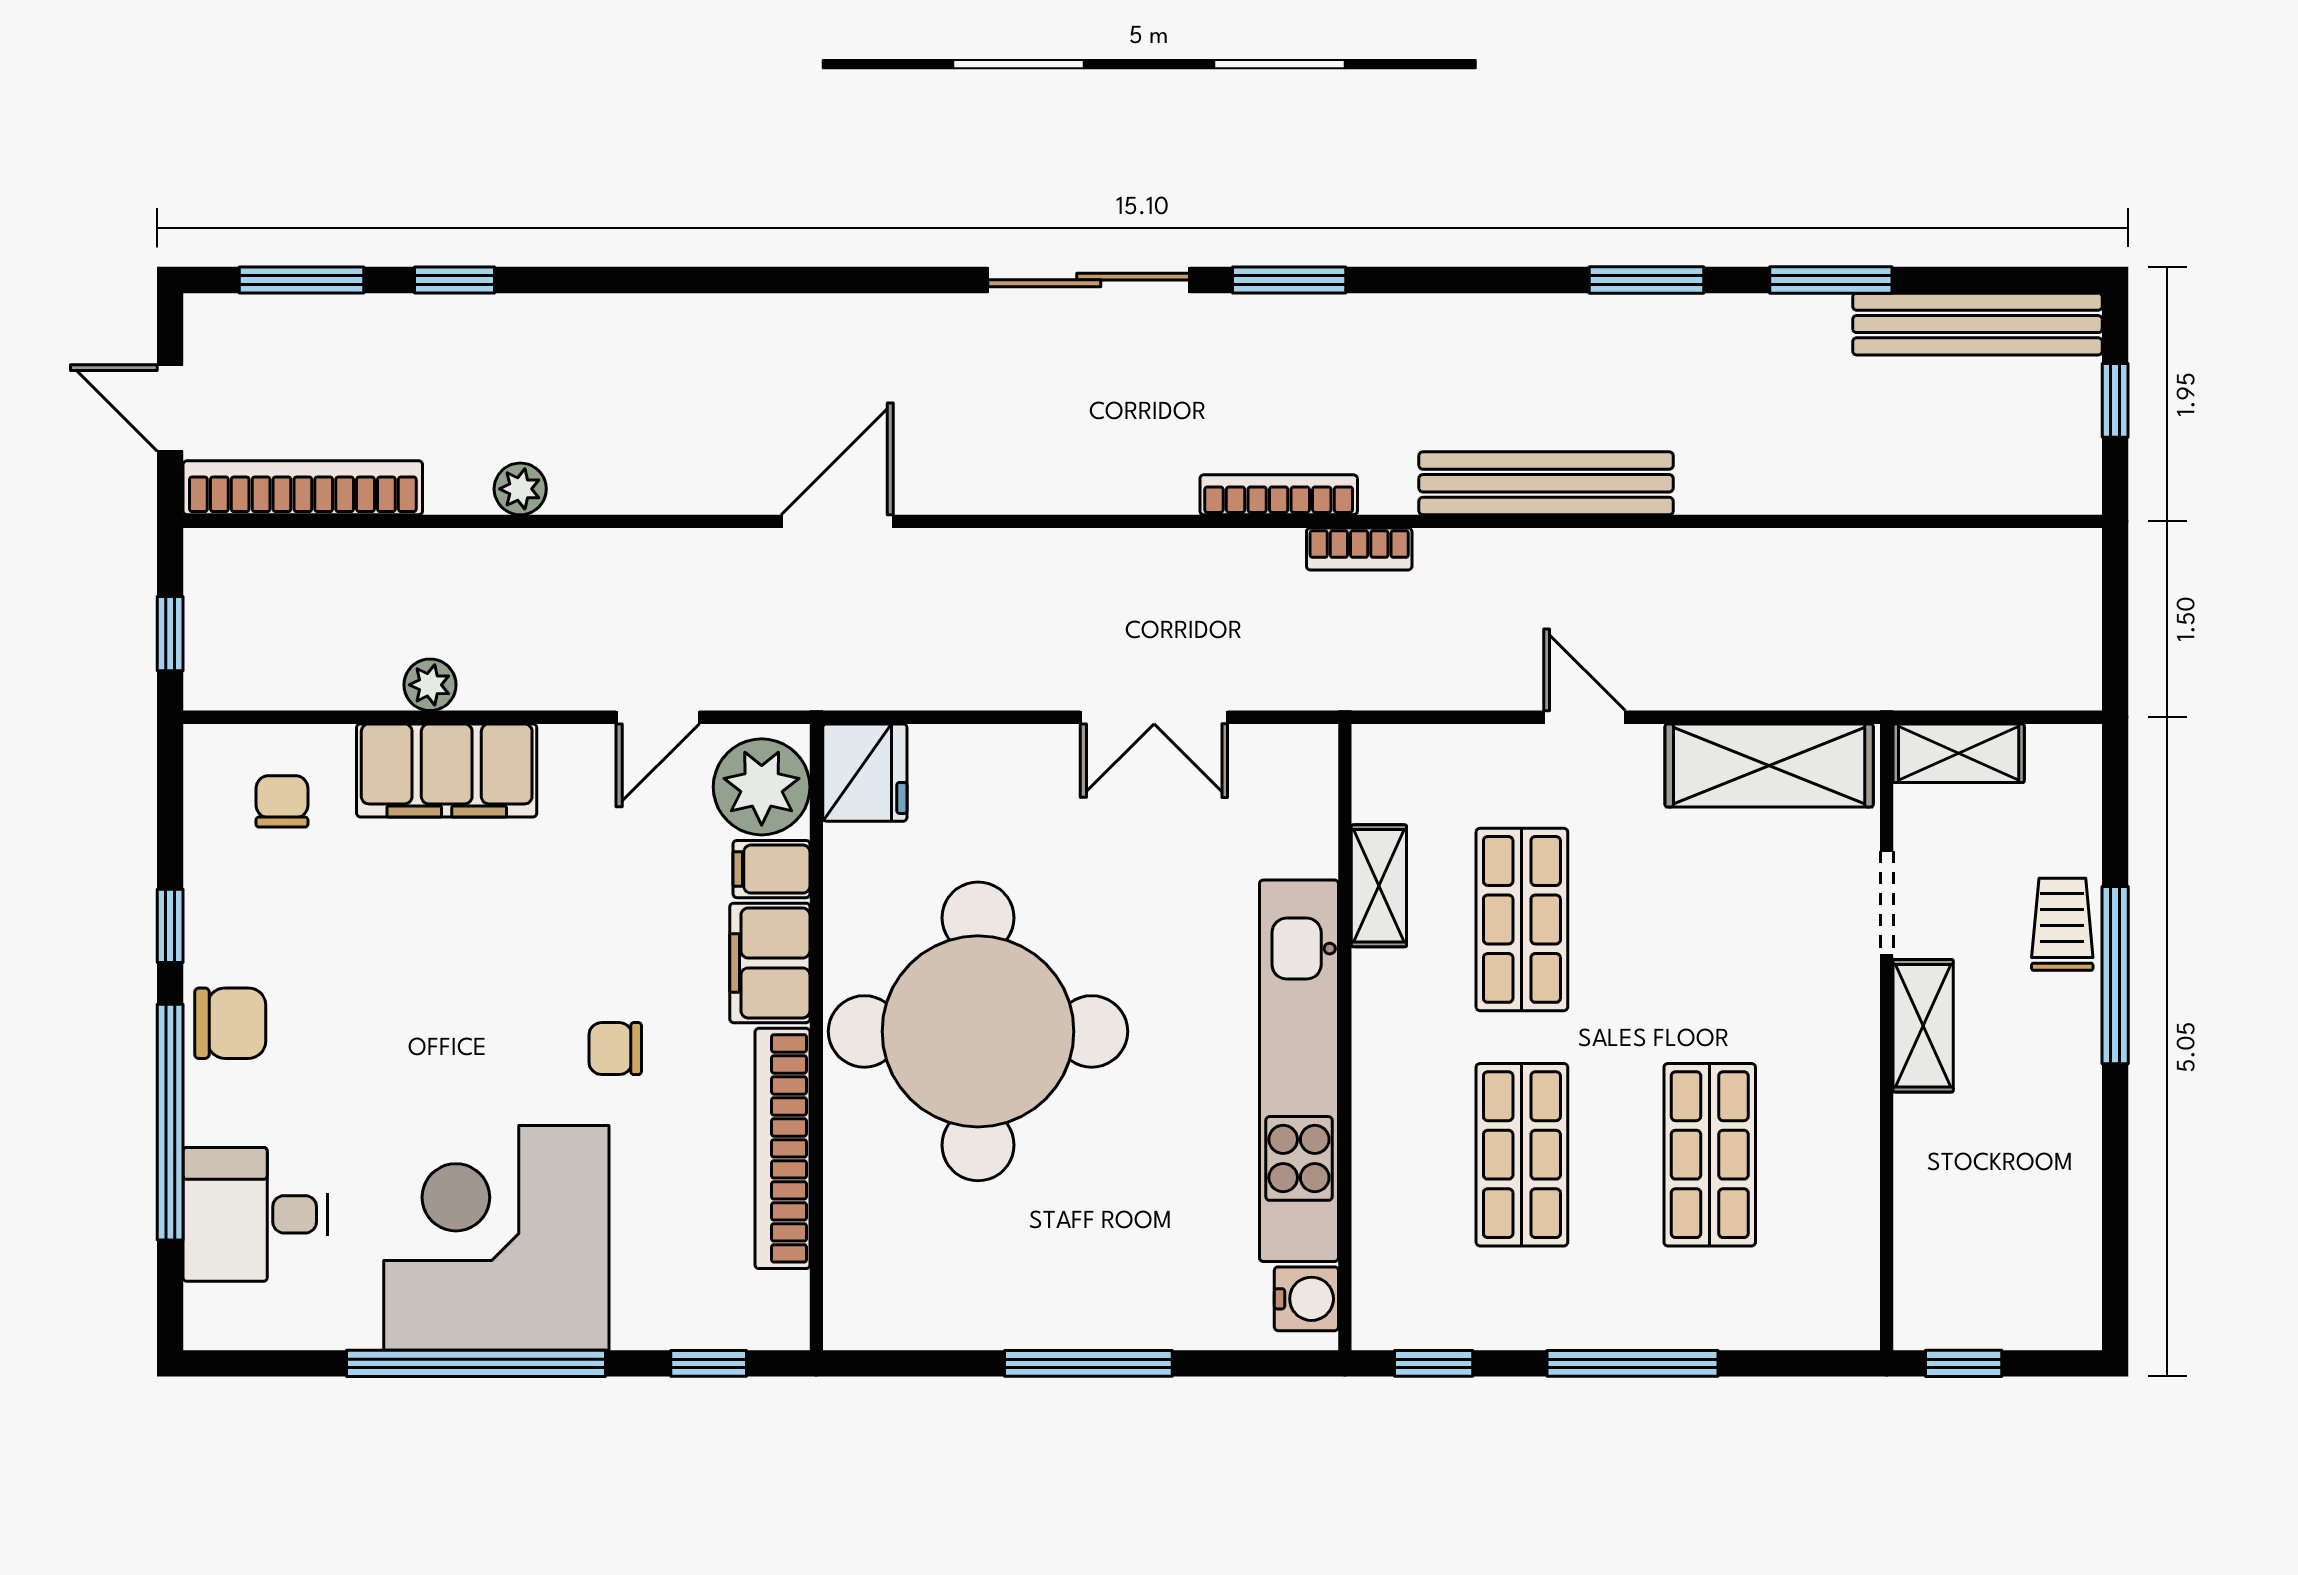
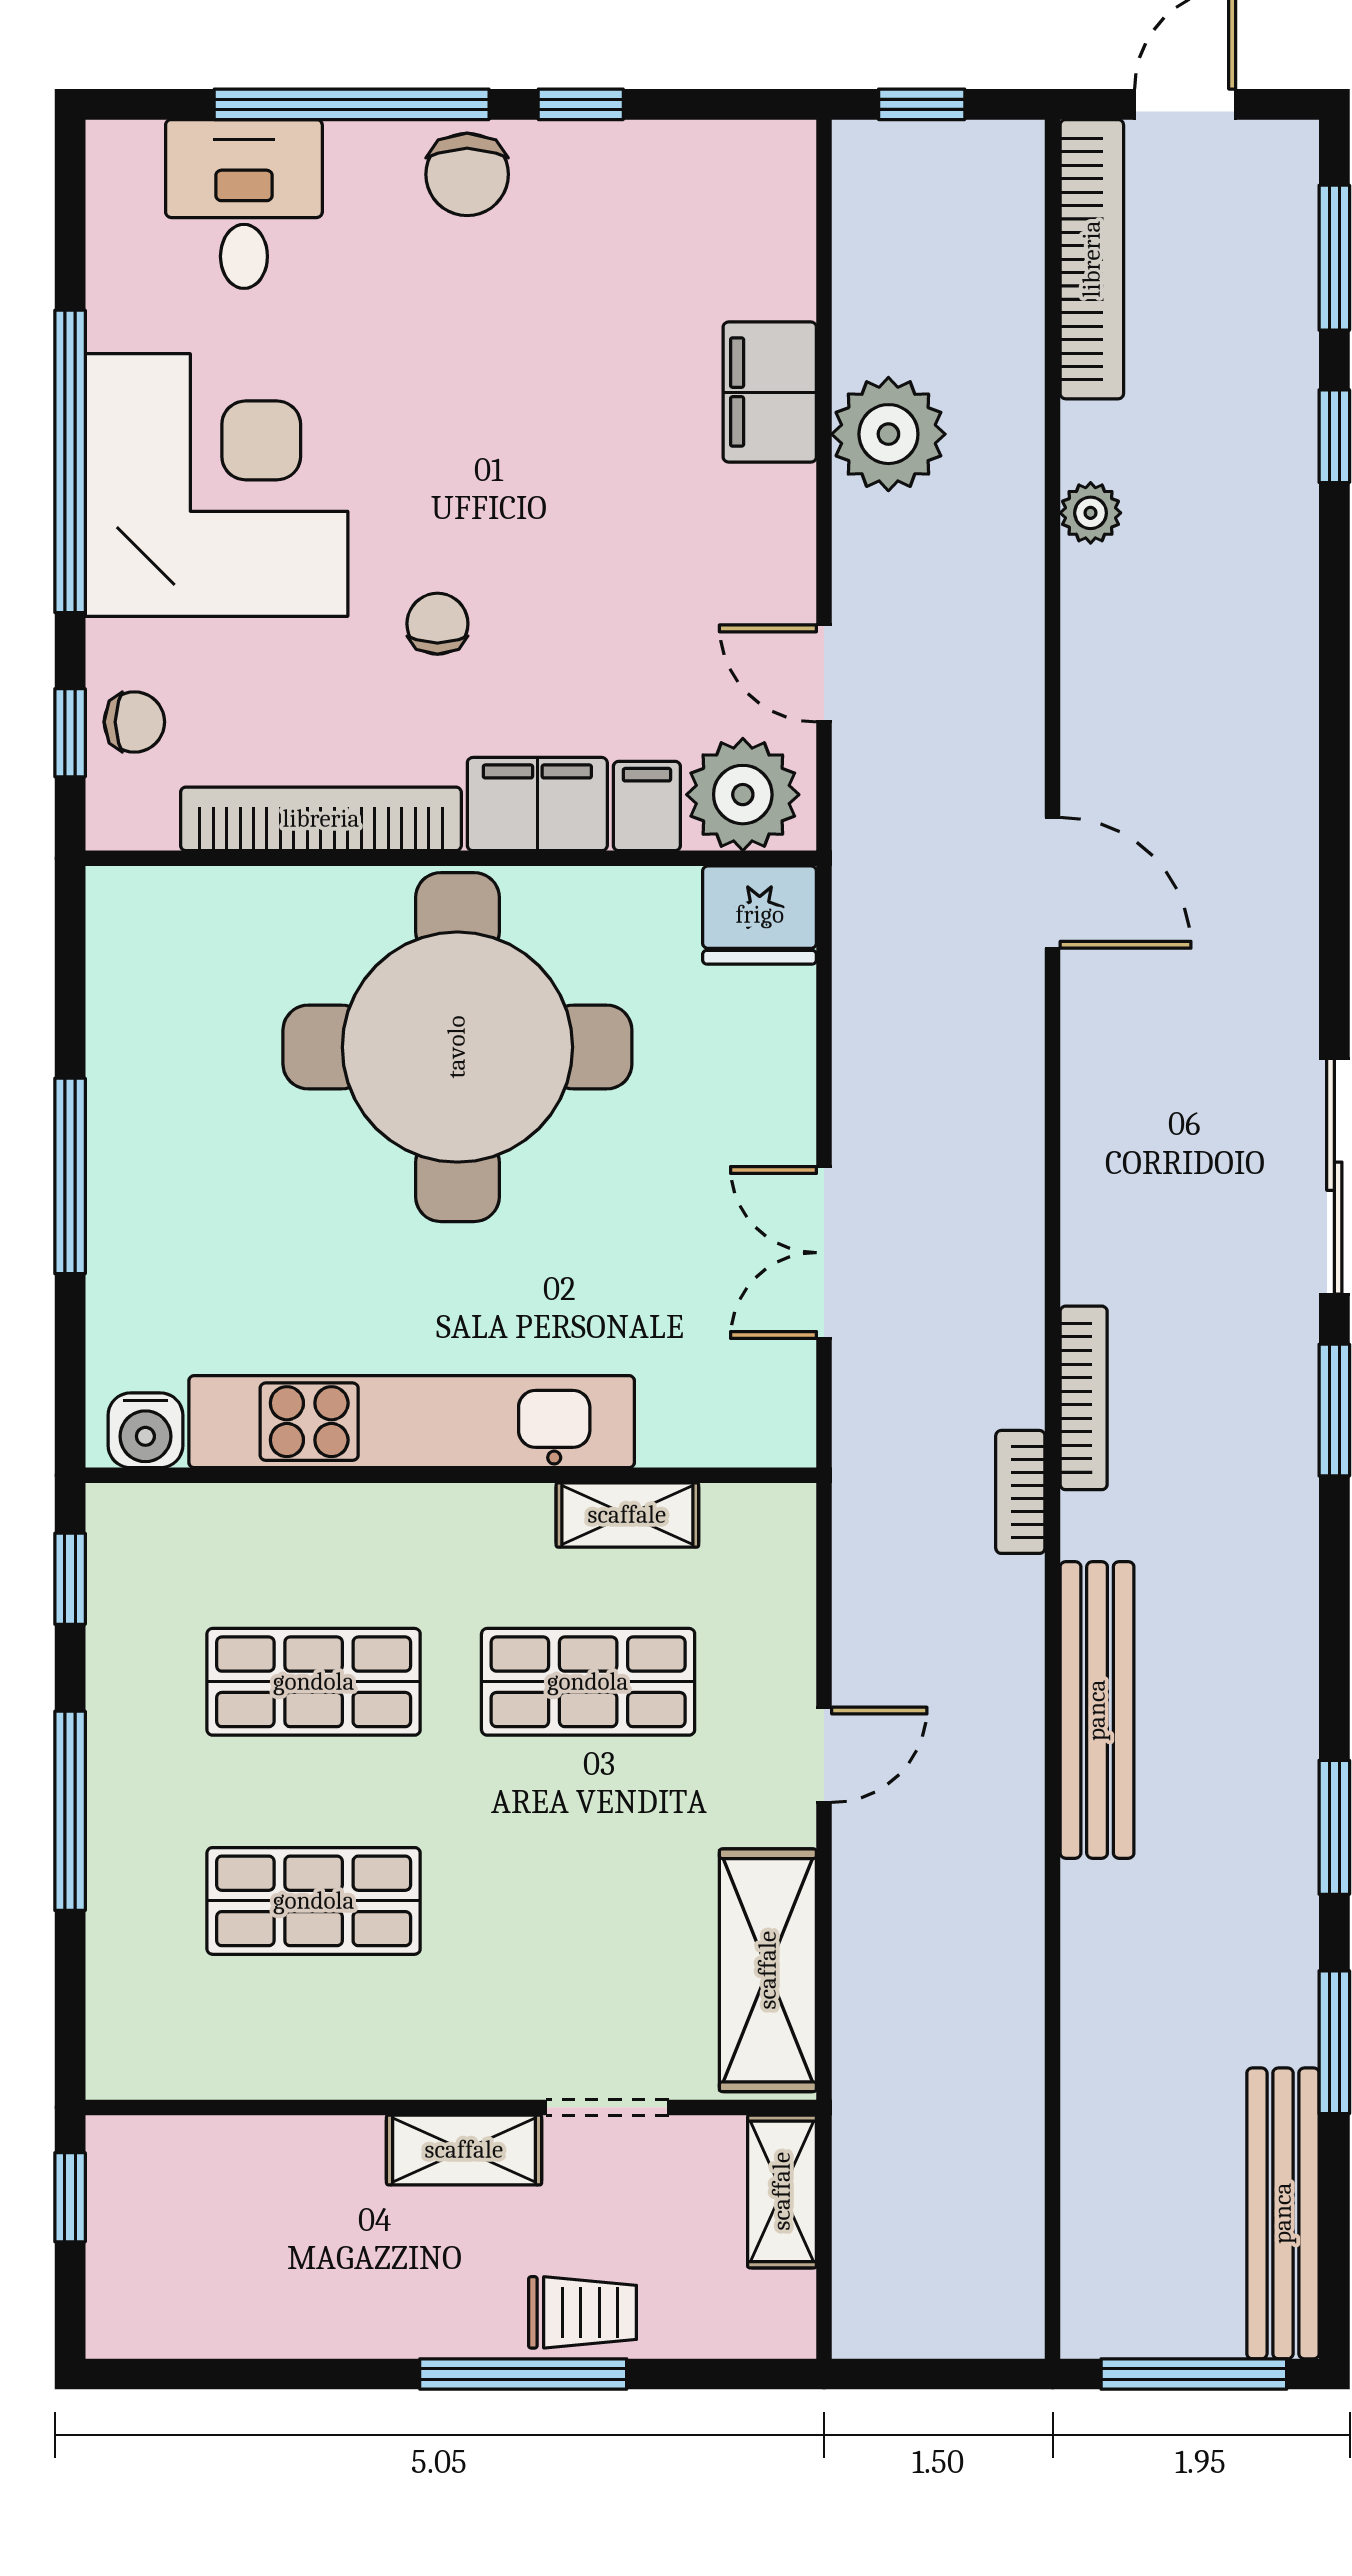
window: (2115, 400) -> (1194, 2374), width x2.17
plant: (430, 685) -> (888, 434), width x1.88, depth x1.88
filing cabinet: (447, 770) -> (770, 392), width x0.67, depth x0.86
chair: (282, 801) -> (134, 722), moved

